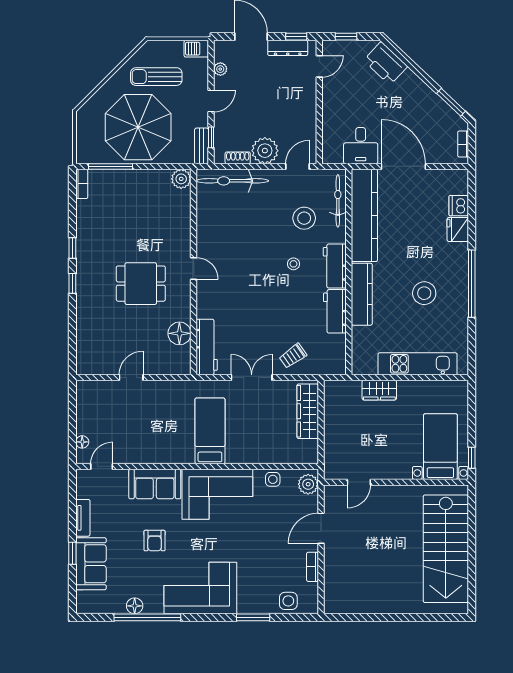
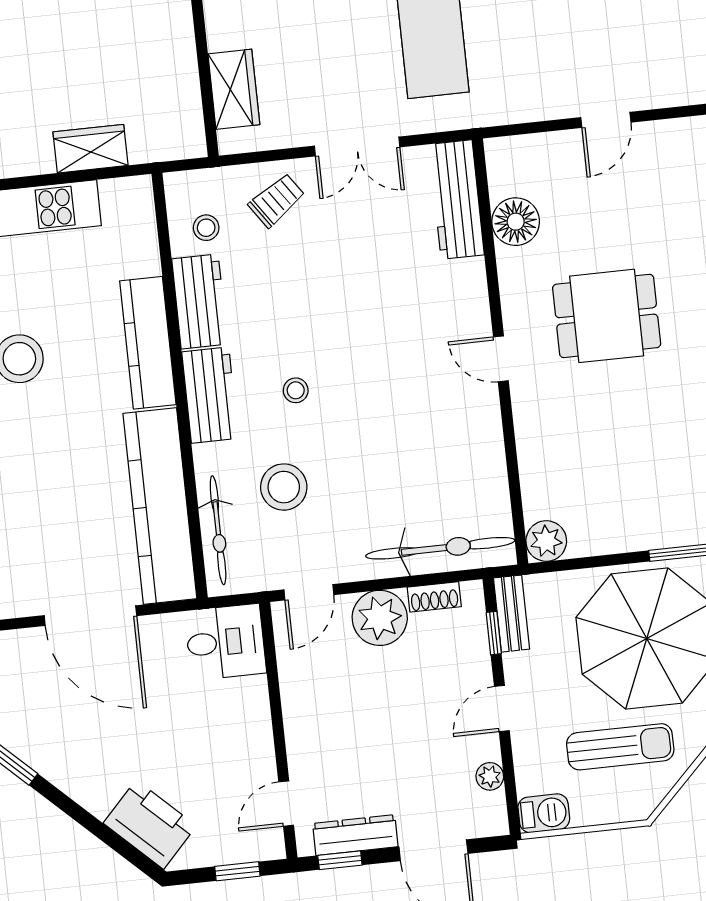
desk: (361, 146) -> (225, 642), moved, turned 90
stool: (328, 346) -> (206, 228), added
wardrobe: (308, 411) -> (234, 89), width x0.67

